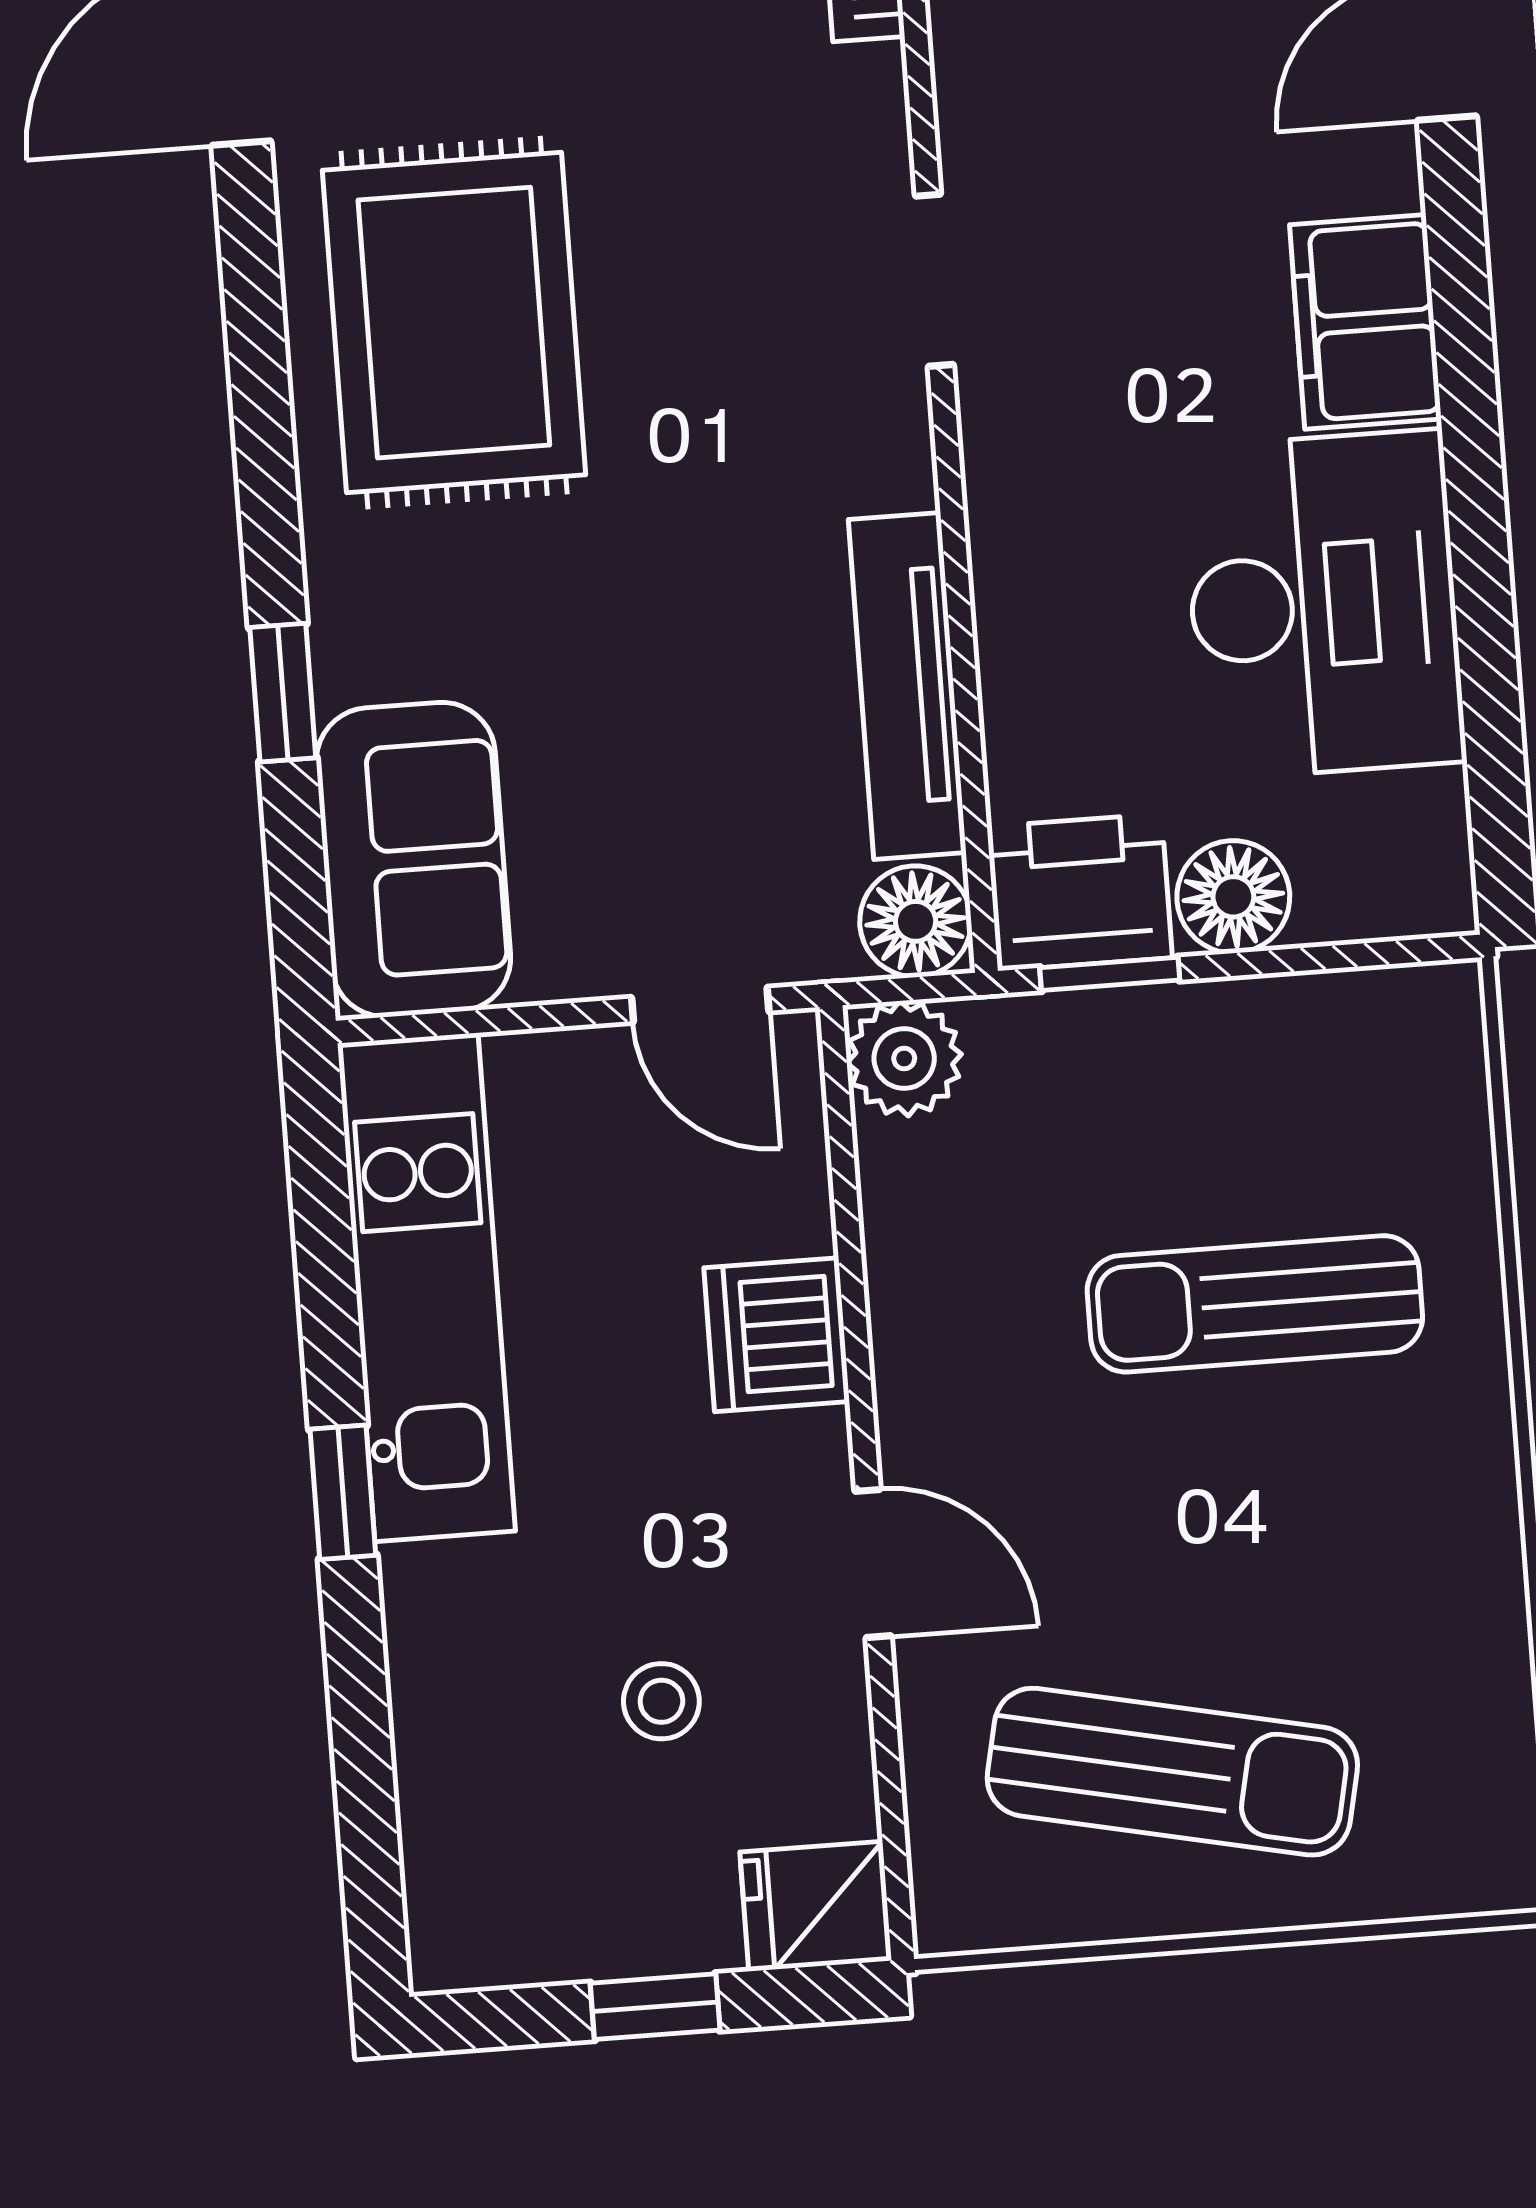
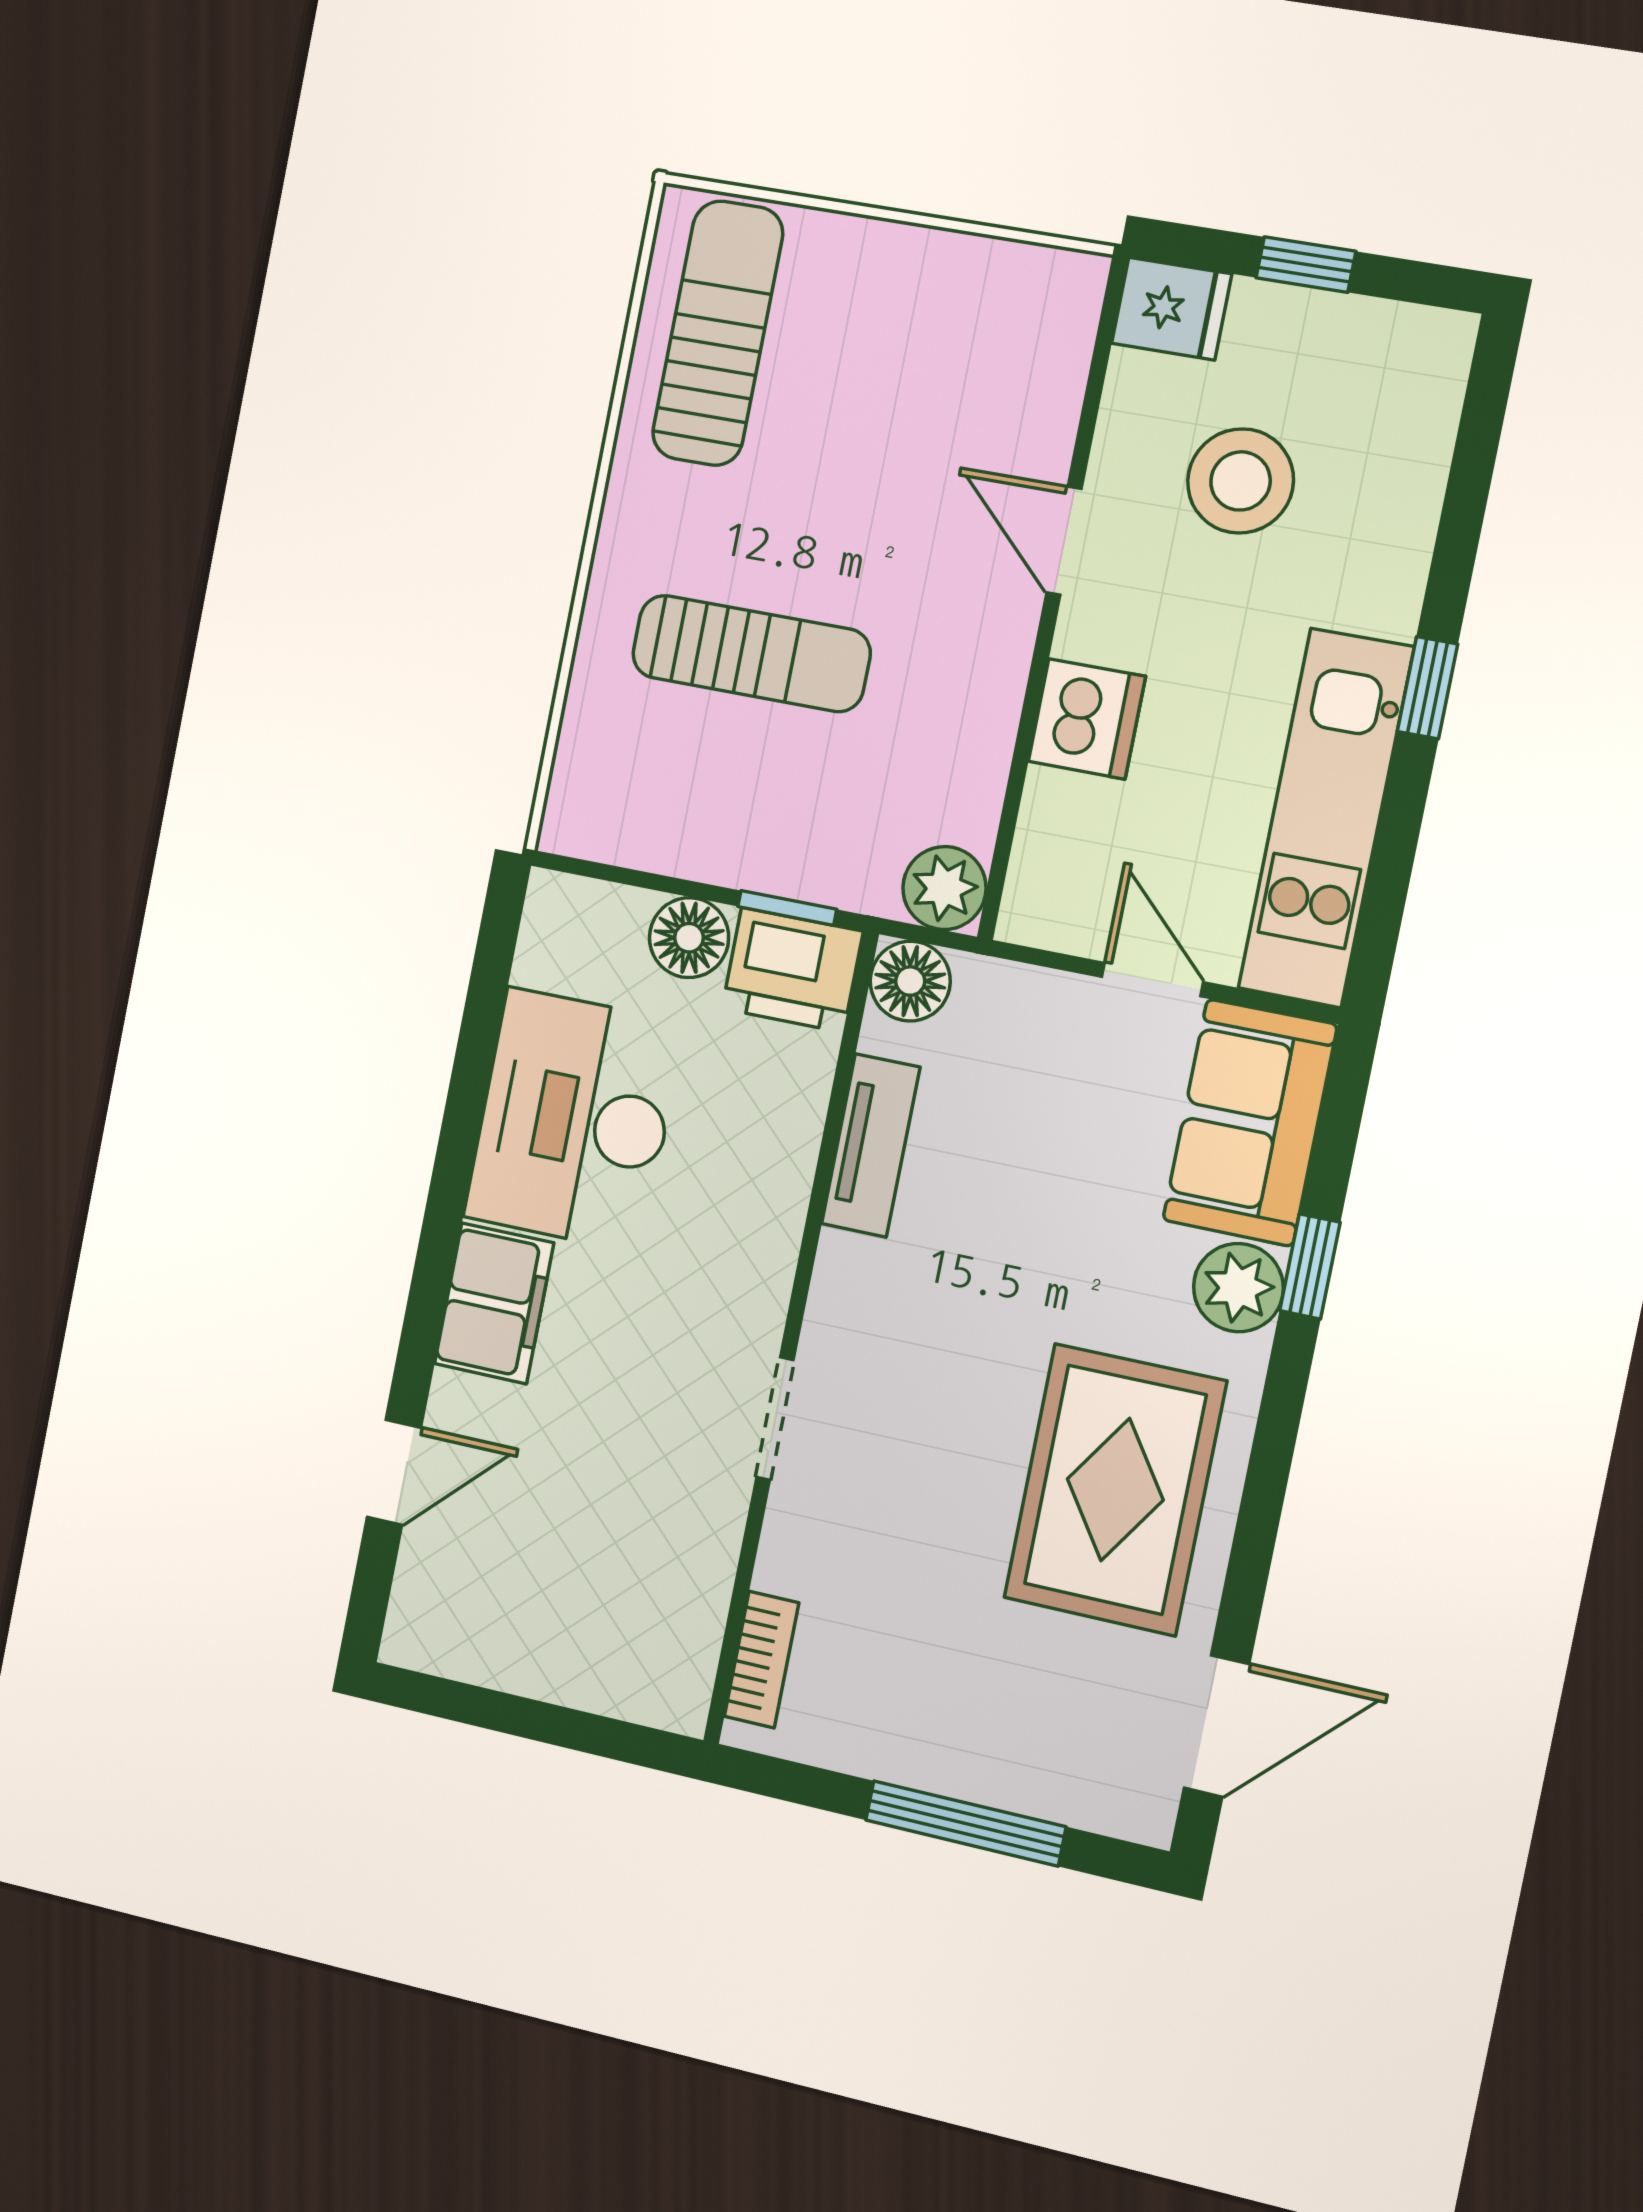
plant: (368, 638) -> (1238, 1288), added
tv unit: (907, 686) -> (871, 1145), width x0.71
door: (700, 1005) -> (1153, 980), moved
stool: (661, 1701) -> (1241, 481), width x1.89, depth x1.89
sun lounger: (1172, 1772) -> (718, 333), moved, turned 78

